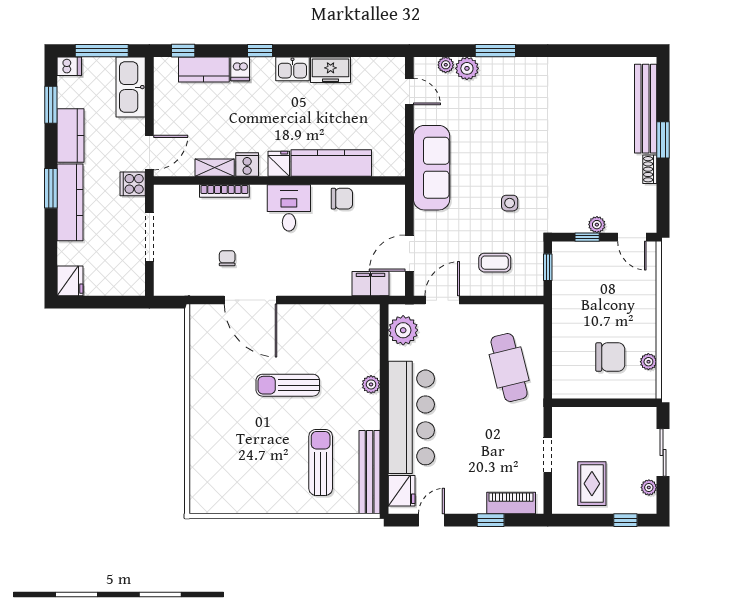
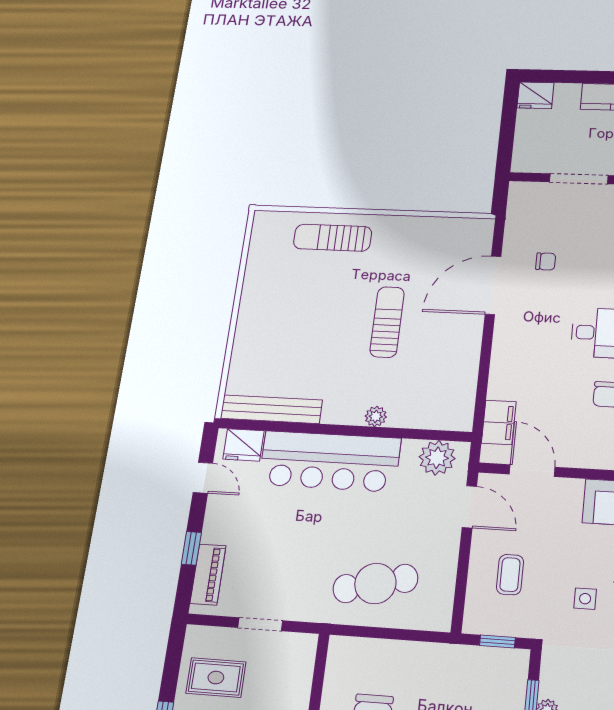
sun lounger: (321, 462) -> (333, 238), moved, turned 180

